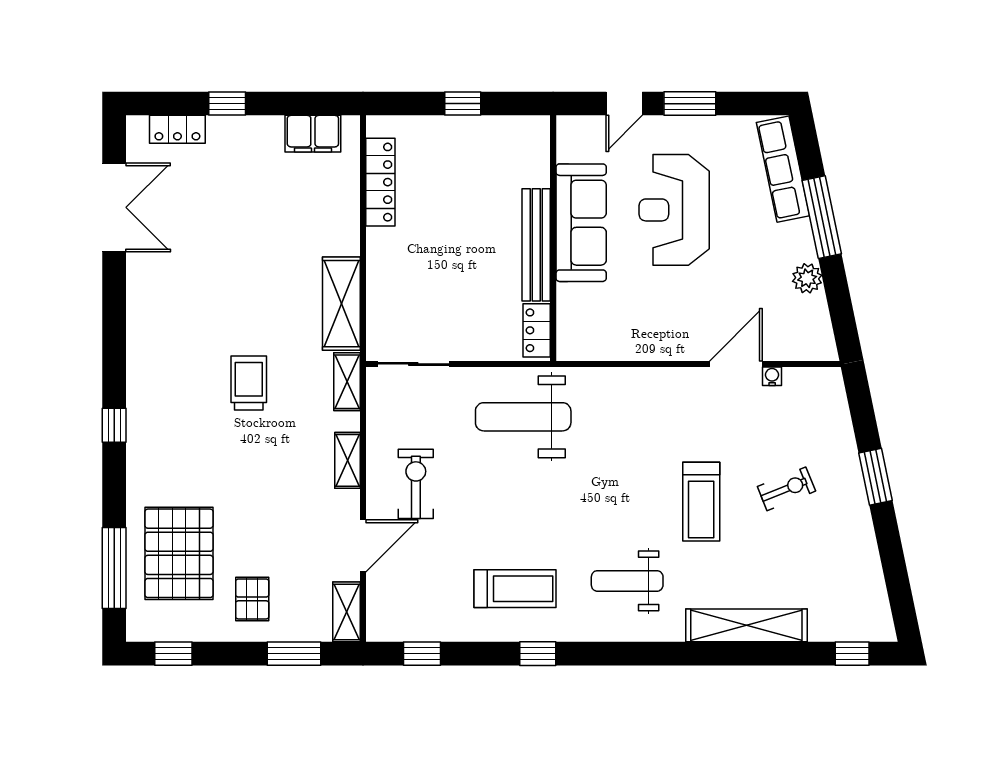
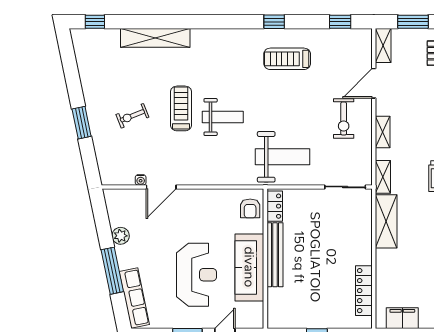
armchair: (580, 326) -> (250, 208), added
weight bench: (627, 581) -> (223, 117), moved

